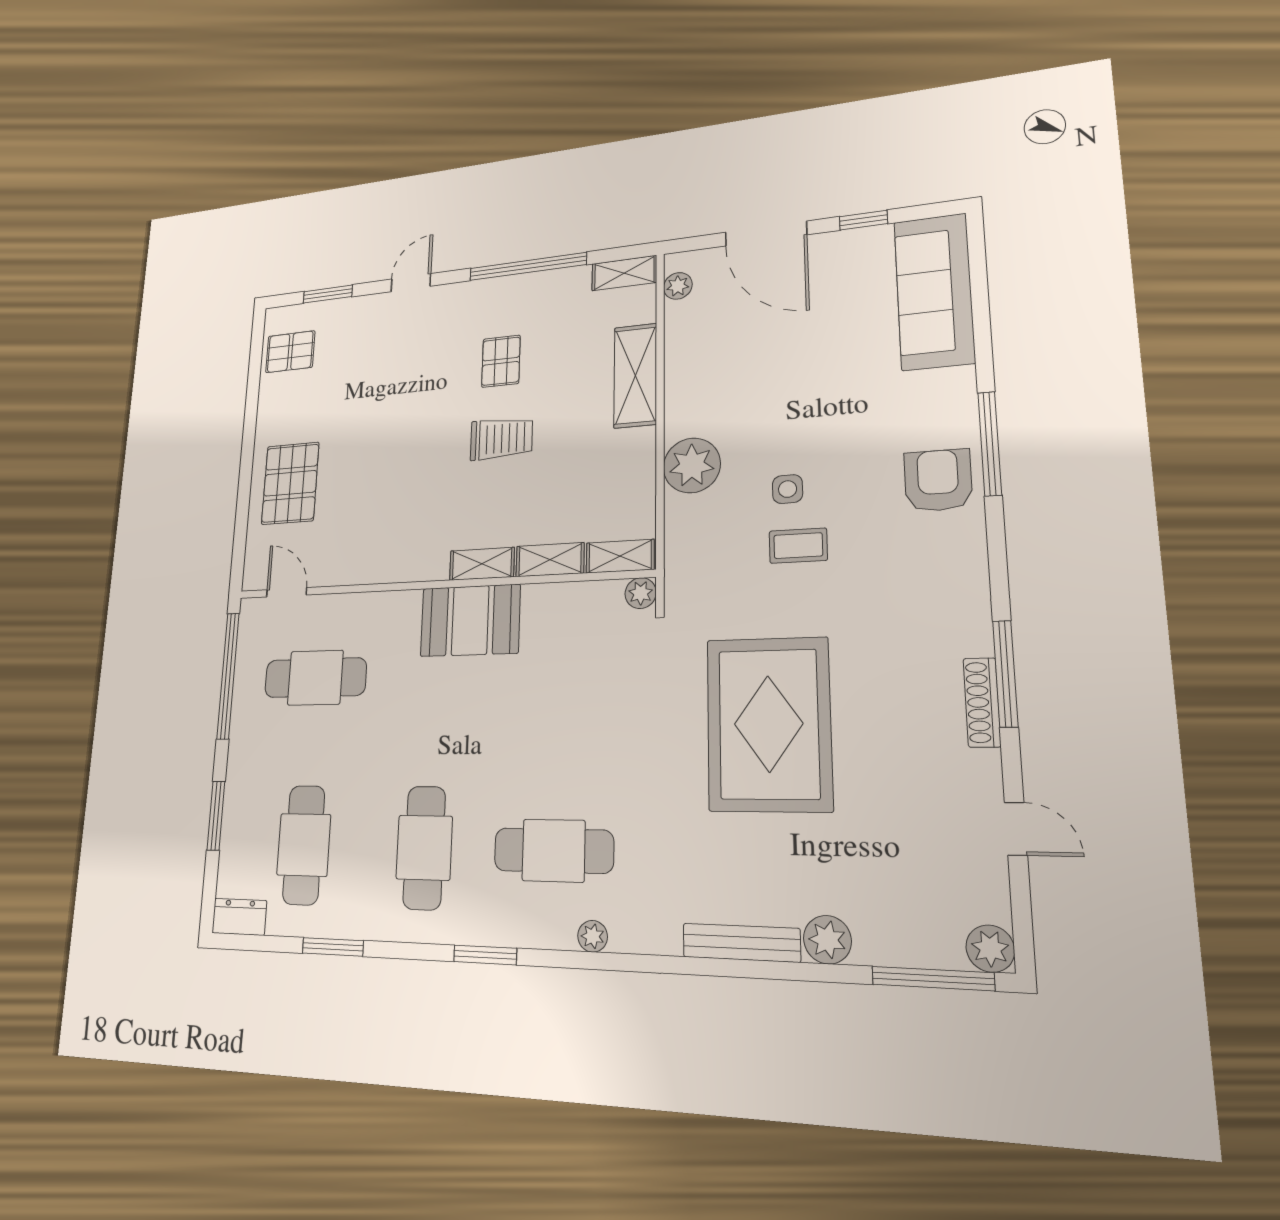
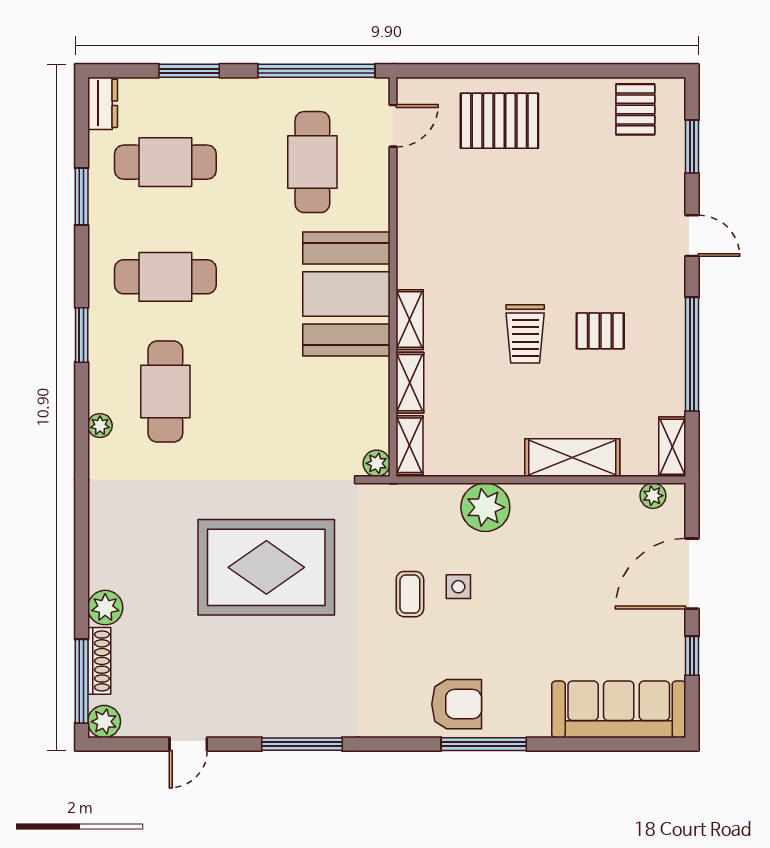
booth: (470, 620) -> (346, 294), width x1.36, depth x1.42
shoe rack: (982, 702) -> (99, 661), moved, turned 90
bench: (741, 943) -> (100, 543), removed

